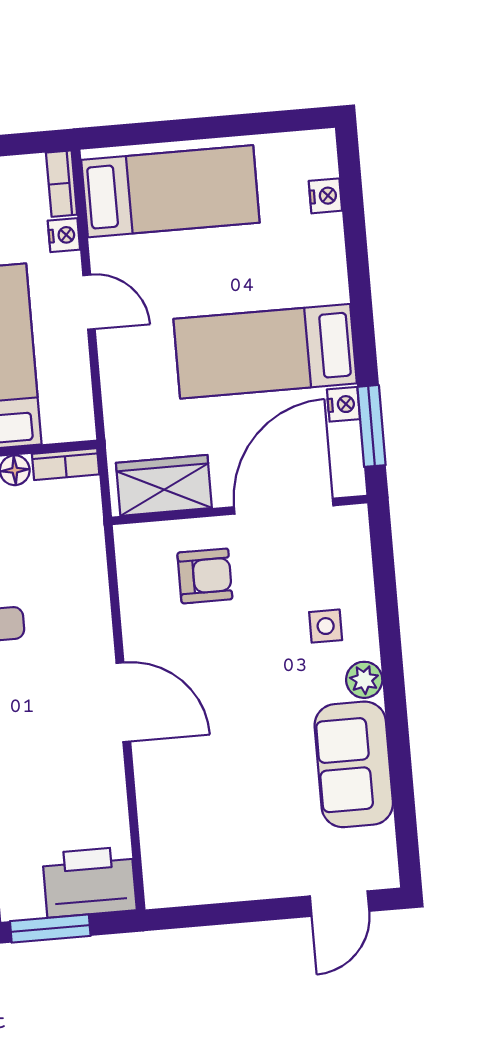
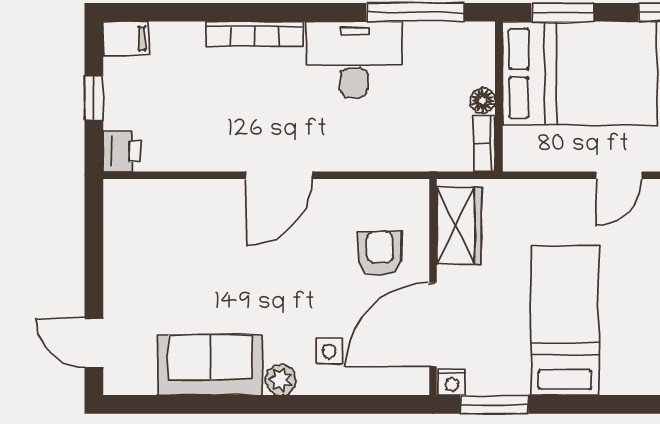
nightstand: (343, 404) -> (452, 382), moved
door: (284, 506) -> (433, 325), swing flipped
armchair: (205, 576) -> (380, 253), turned 180
printer: (89, 882) -> (121, 151), width x0.53, depth x0.68
window: (50, 928) -> (94, 97), width x0.67

